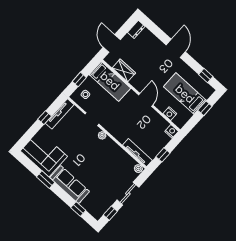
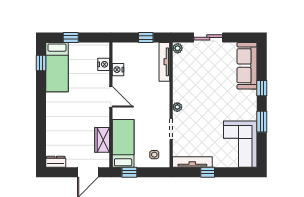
door: (176, 48) -> (41, 111), removed
window: (79, 79) -> (129, 172), moved
bed: (185, 94) -> (57, 67), moved
door: (146, 100) -> (111, 97), swing flipped
nightstand: (172, 131) -> (118, 70), moved
sofa: (70, 185) -> (247, 66), moved
window: (78, 209) -> (262, 88), moved
window: (110, 213) -> (240, 37), removed

